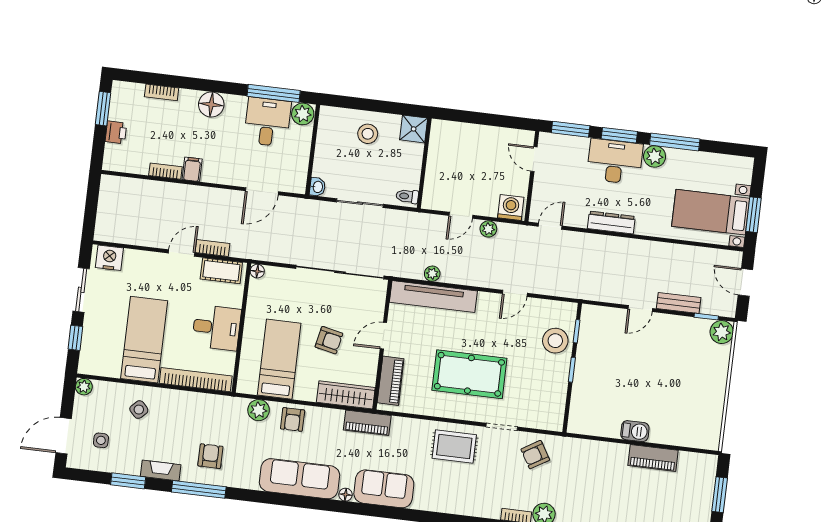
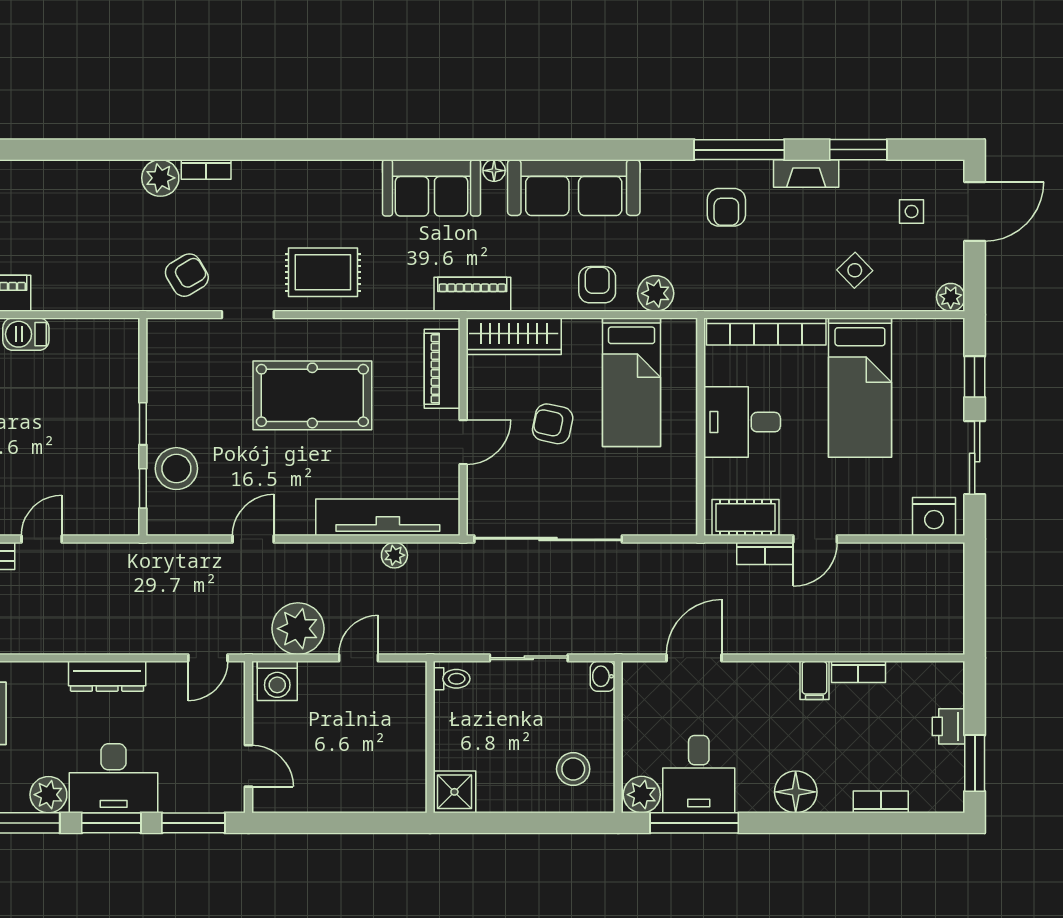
stool: (368, 134) -> (573, 769), moved
plant: (488, 229) -> (298, 629), width x1.87, depth x1.87
floor lamp: (257, 271) -> (686, 524), removed

